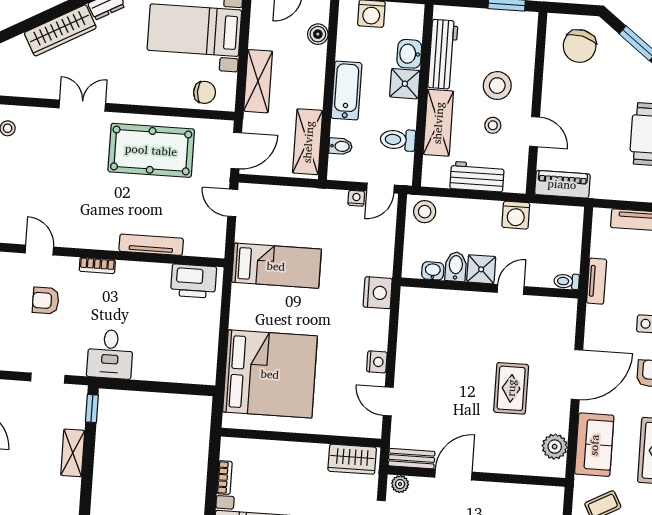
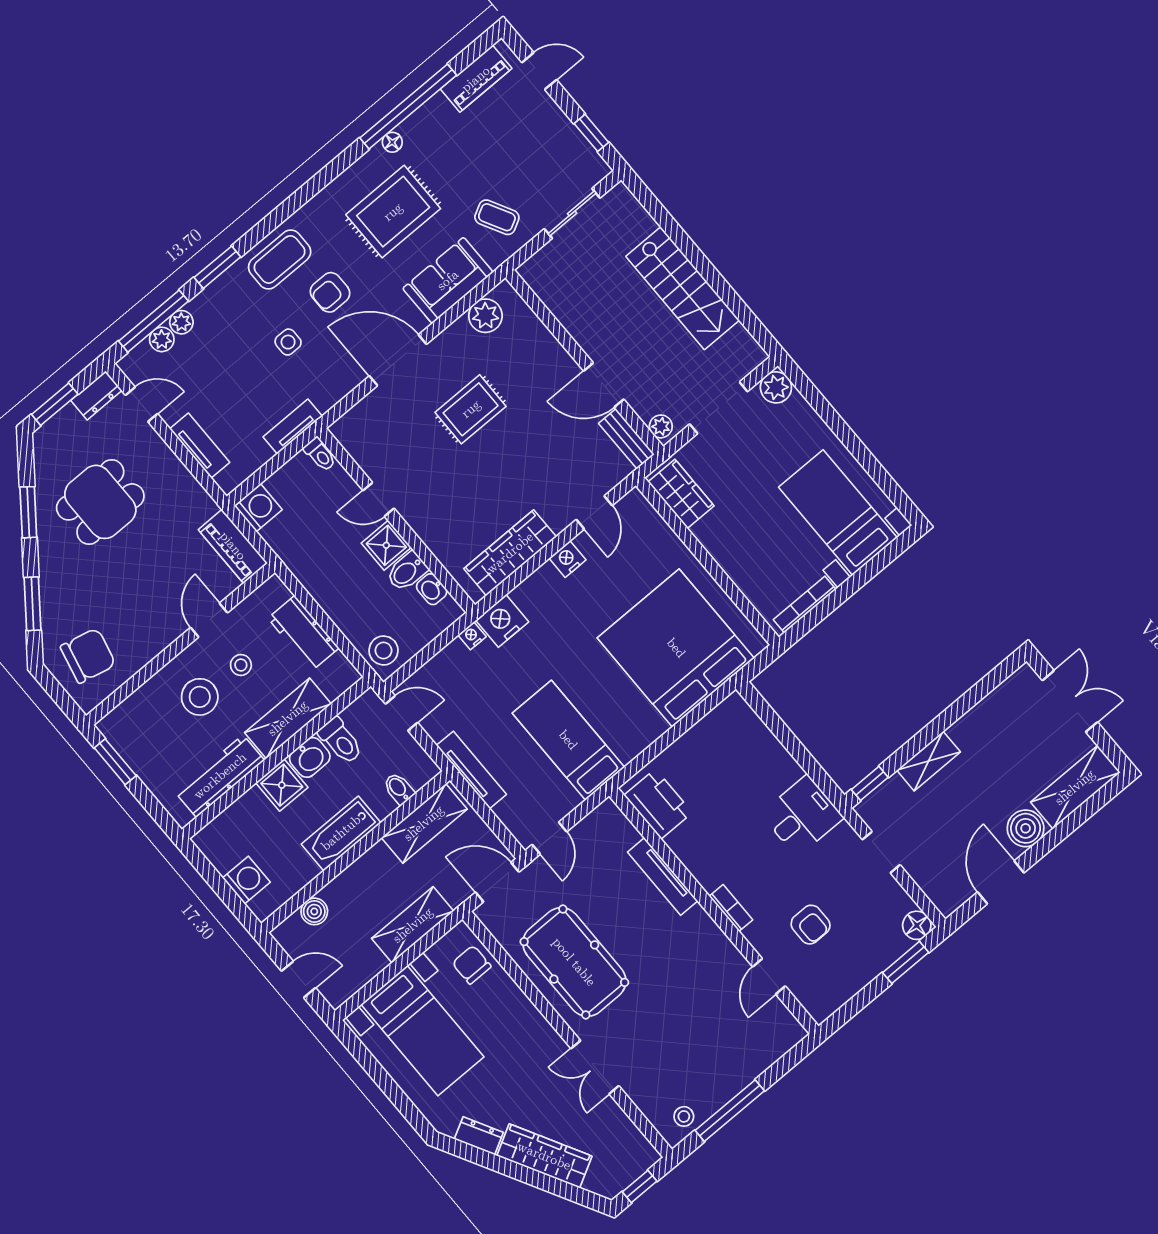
washbasin: (409, 54) -> (310, 757), moved
tv unit: (312, 196) -> (471, 770), added
nightstand: (356, 198) -> (472, 636), moved, turned 90
washing machine: (516, 215) -> (258, 508), moved
wardrobe: (411, 334) -> (510, 553), added
bookcase: (225, 478) -> (805, 604), width x1.56

